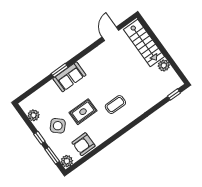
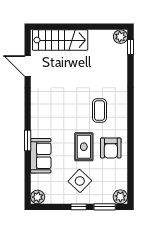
plant: (164, 65) -> (121, 37), moved
sofa: (69, 77) -> (41, 156), moved
plant: (34, 115) -> (38, 197), moved
armchair: (84, 144) -> (111, 148), moved

